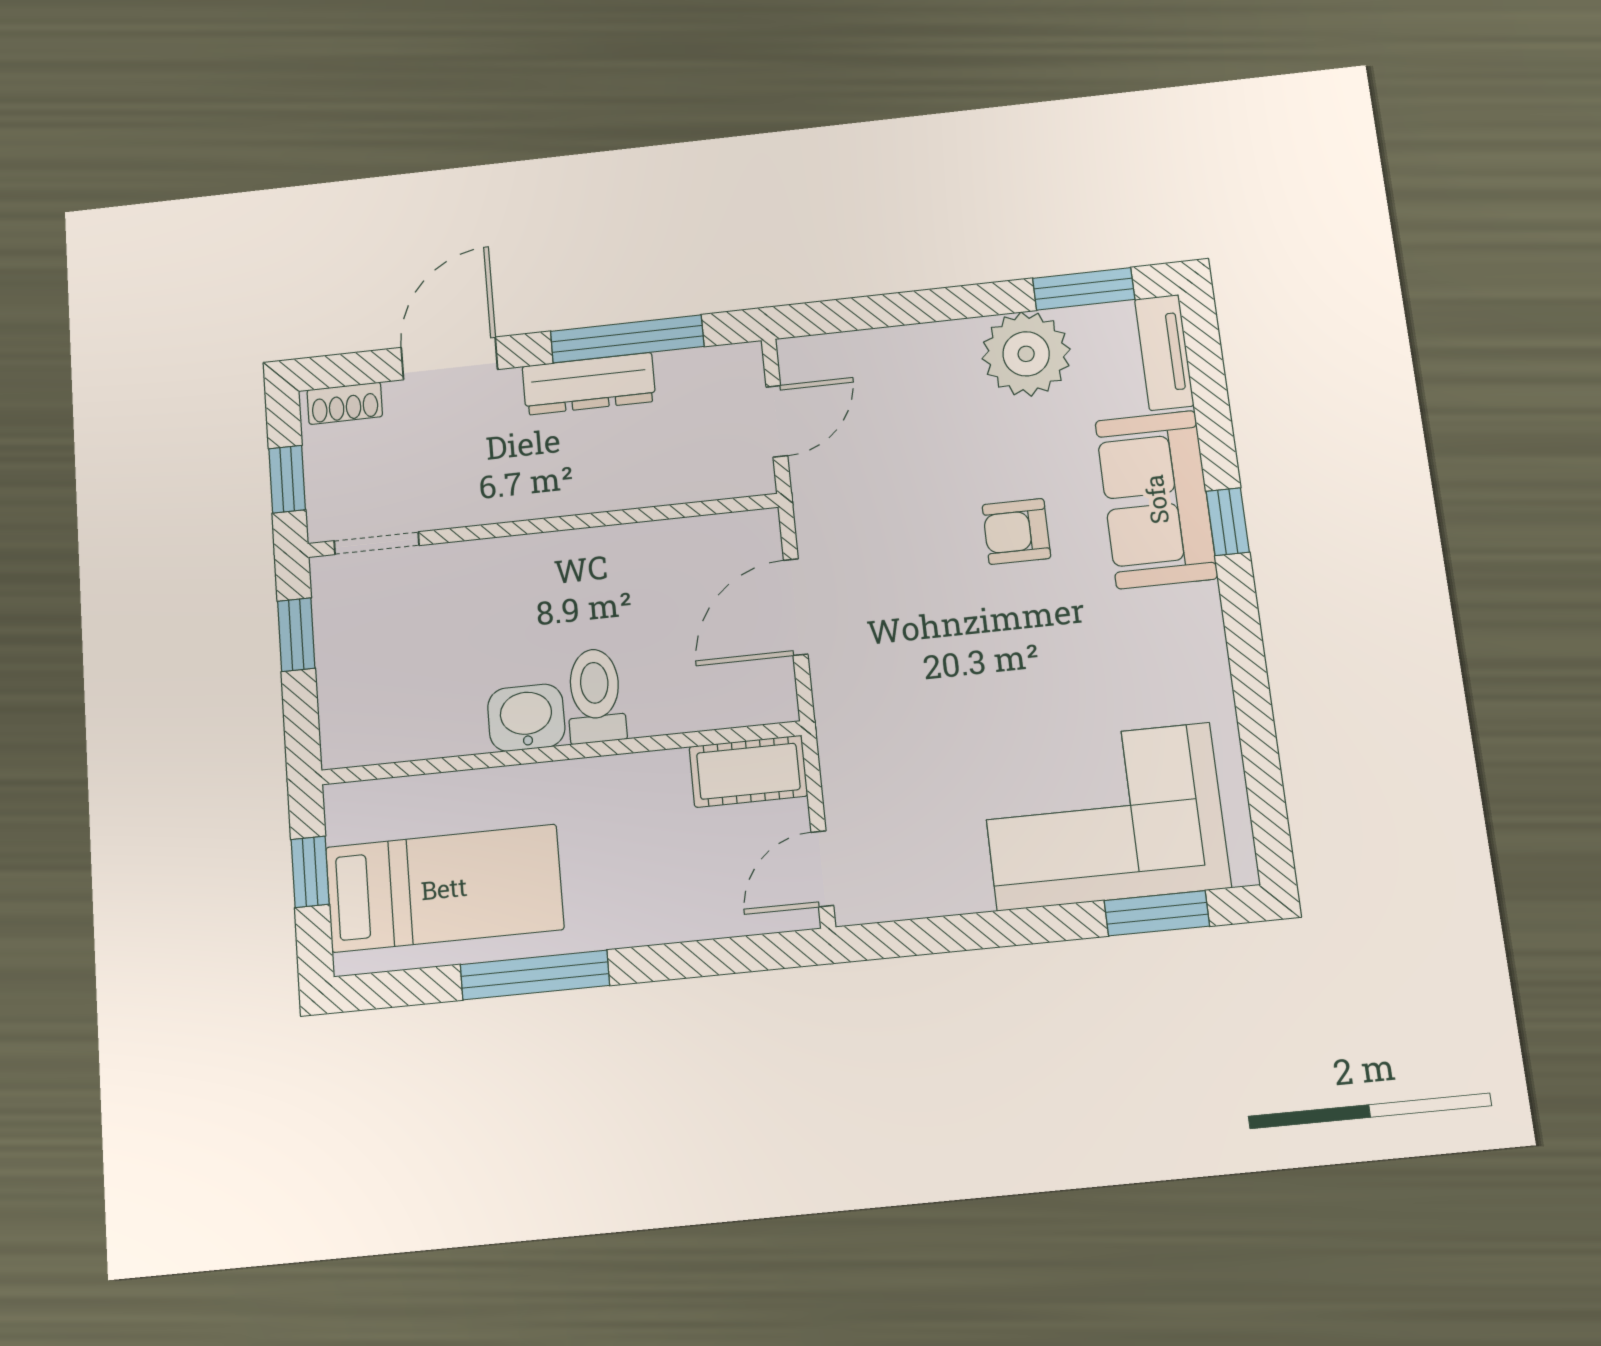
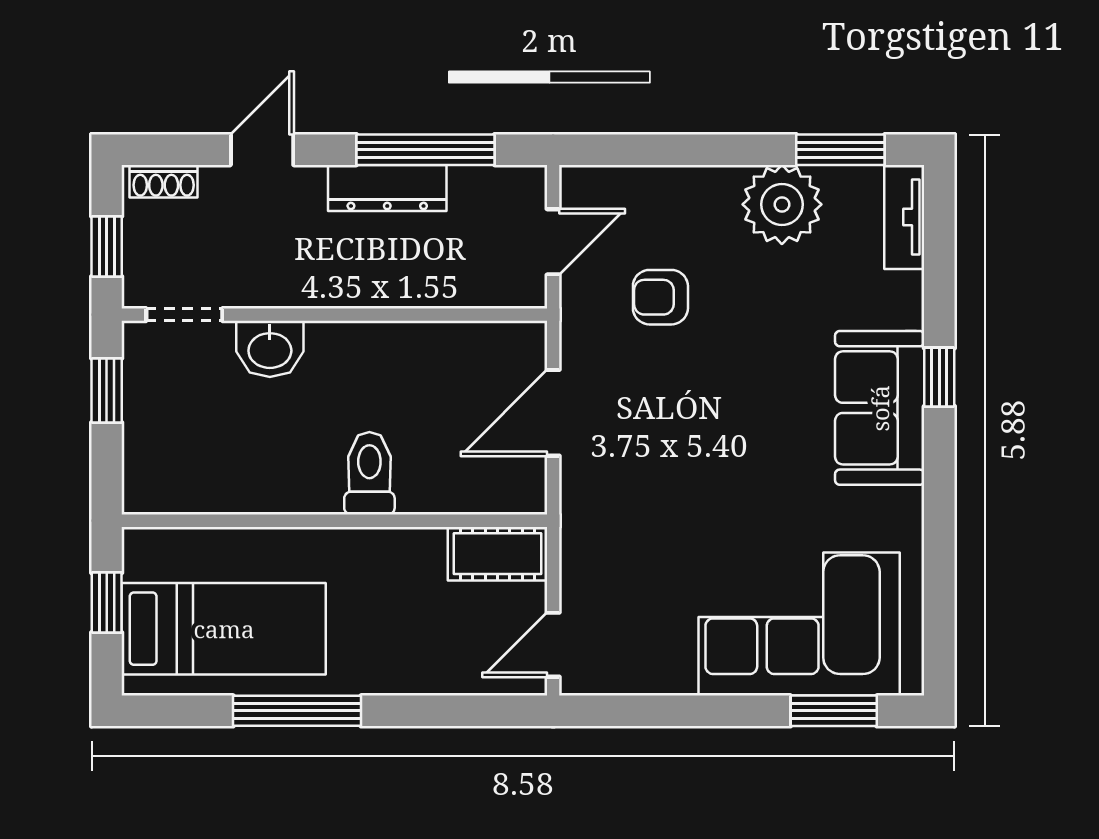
door: (449, 358) -> (262, 150), width x0.73
sofa: (1156, 499) -> (880, 408), moved
armchair: (1016, 531) -> (660, 297), moved
washbasin: (526, 718) -> (270, 349), moved, turned 180

